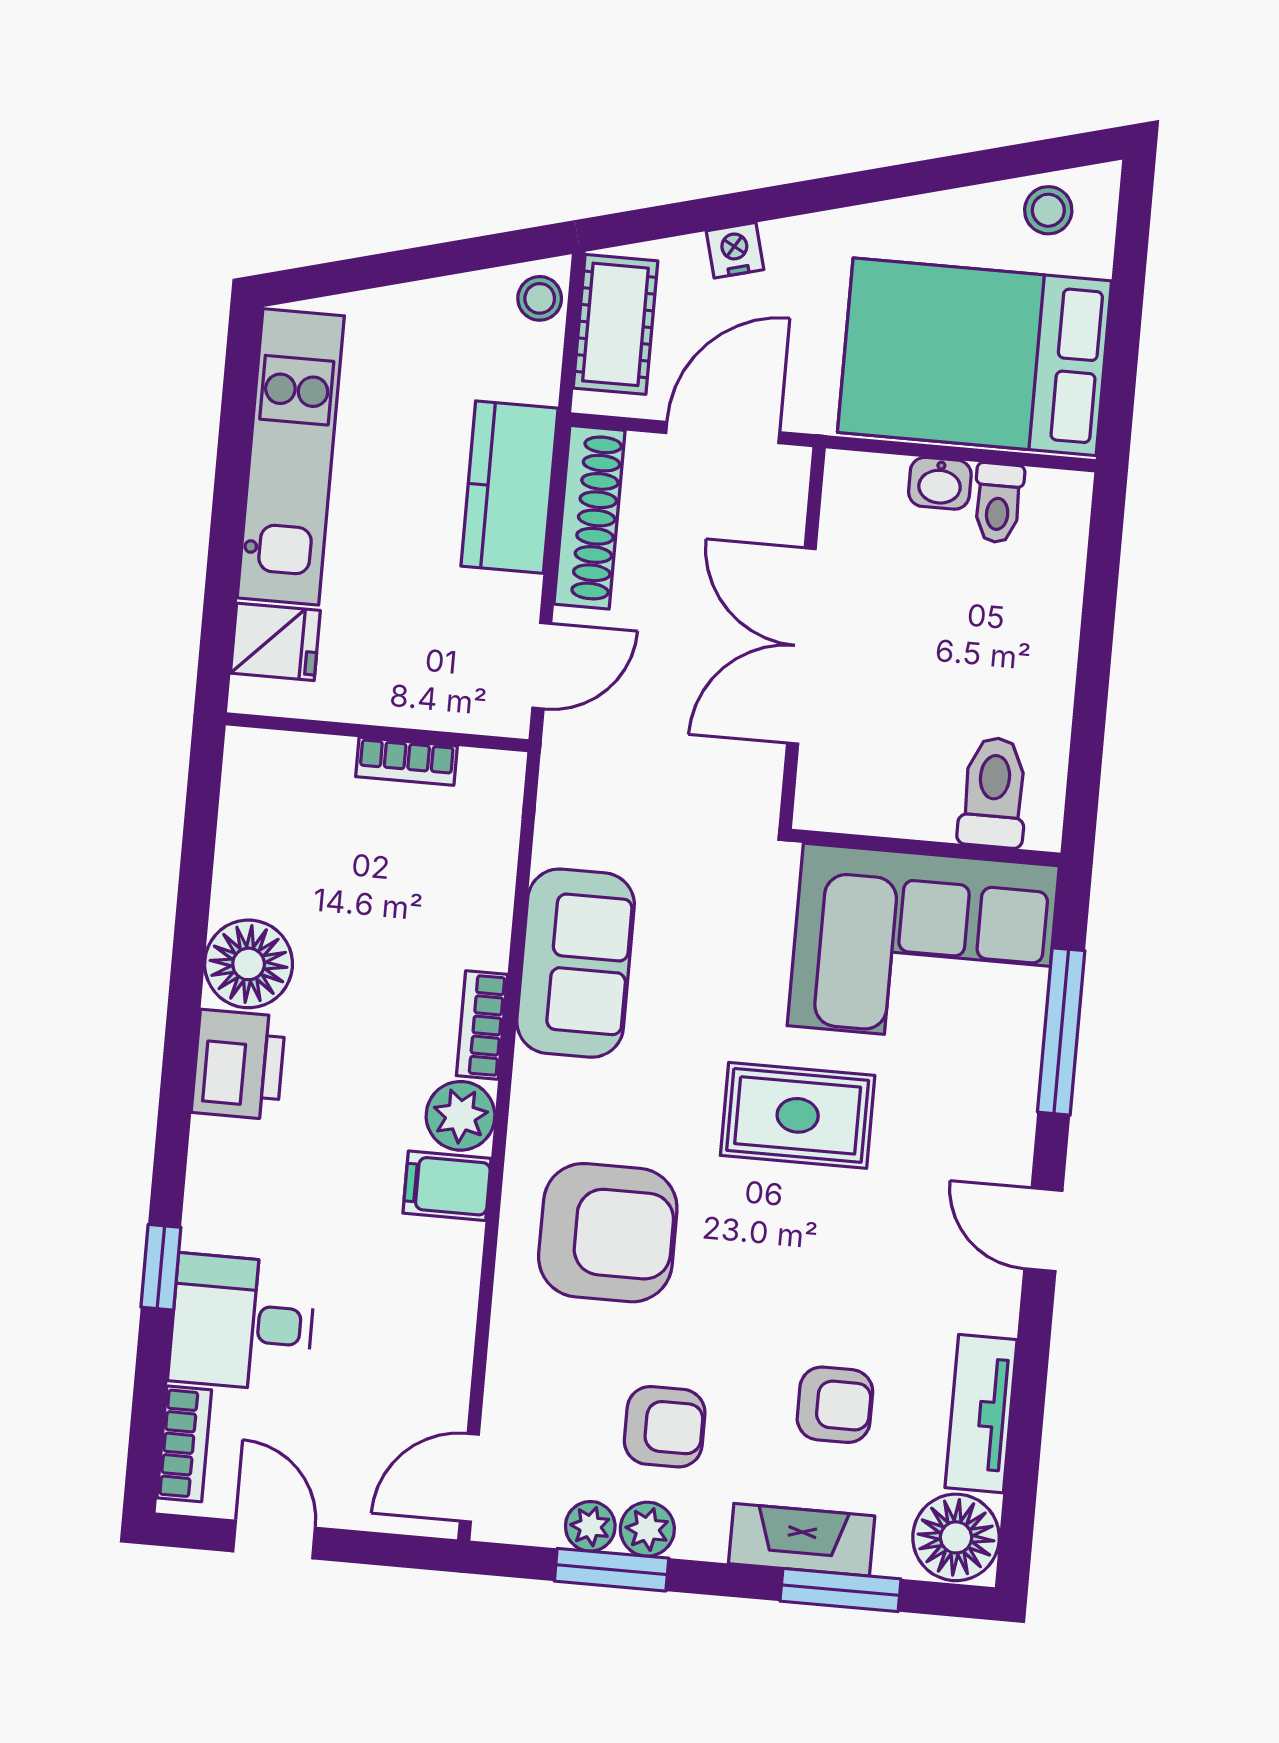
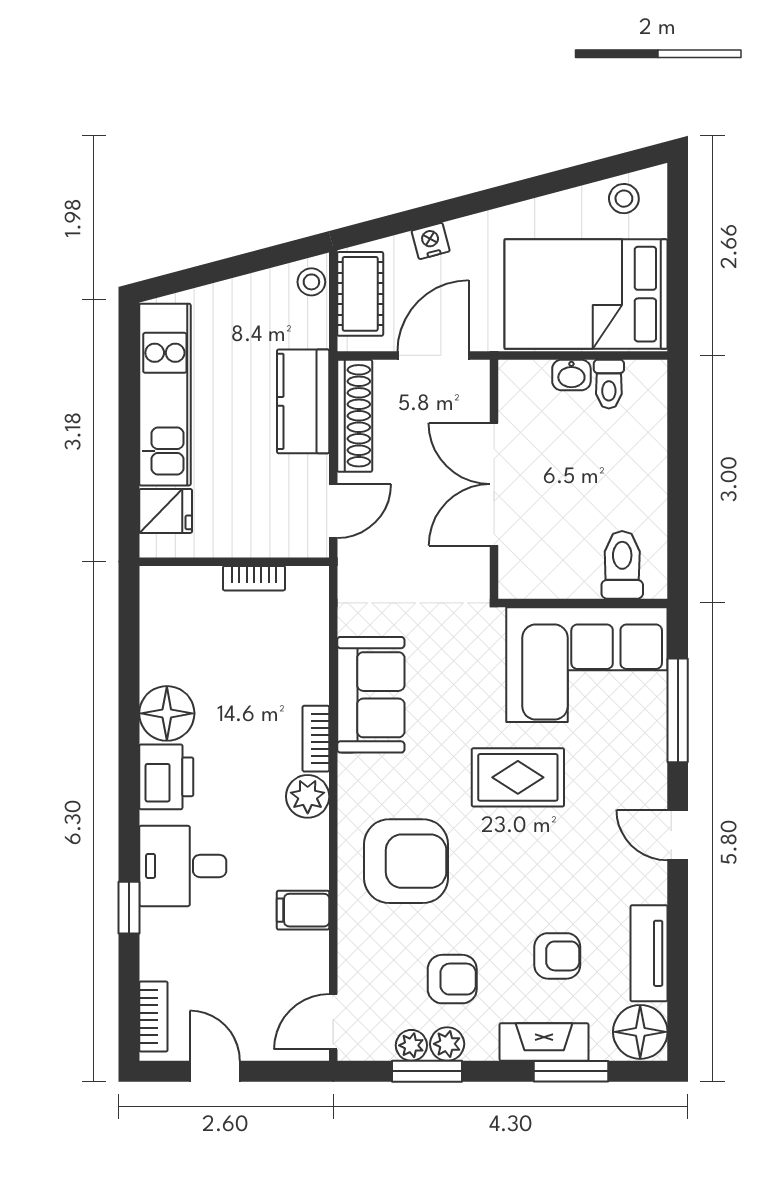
filing cabinet: (447, 1186) -> (303, 910), moved
desk: (242, 1323) -> (183, 866), moved

